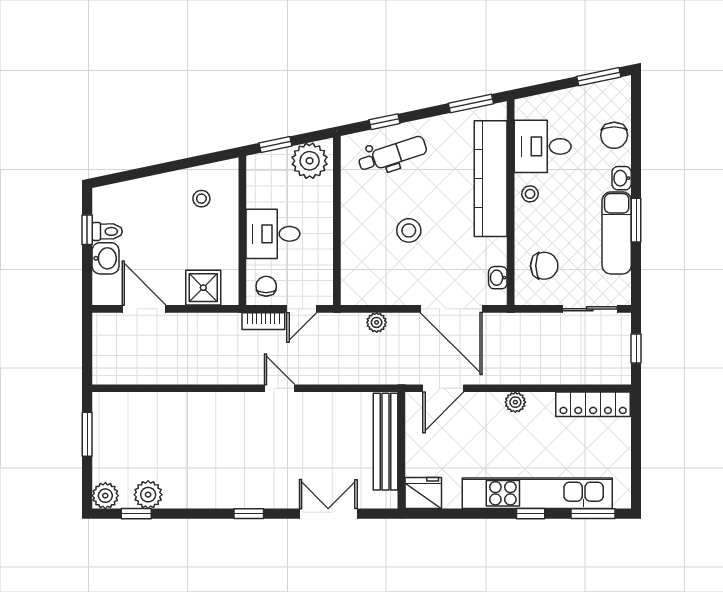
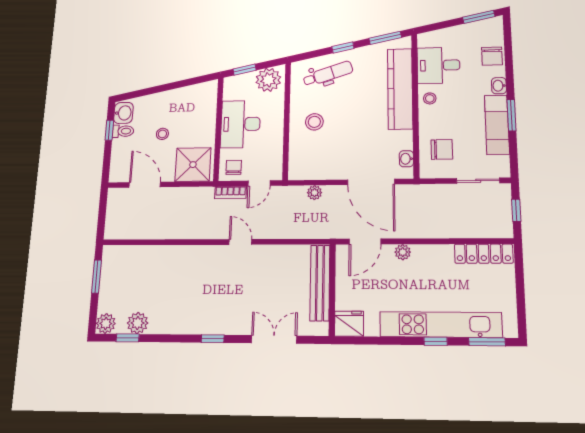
window: (385, 122) -> (343, 47), moved
stool: (201, 199) -> (162, 134), moved
stool: (409, 230) -> (314, 122), moved
desk: (273, 234) -> (240, 124), width x1.37
washbasin: (105, 258) -> (123, 113), moved
shower: (203, 288) -> (193, 165), width x1.36, depth x1.36
plant: (515, 402) -> (403, 252), moved

